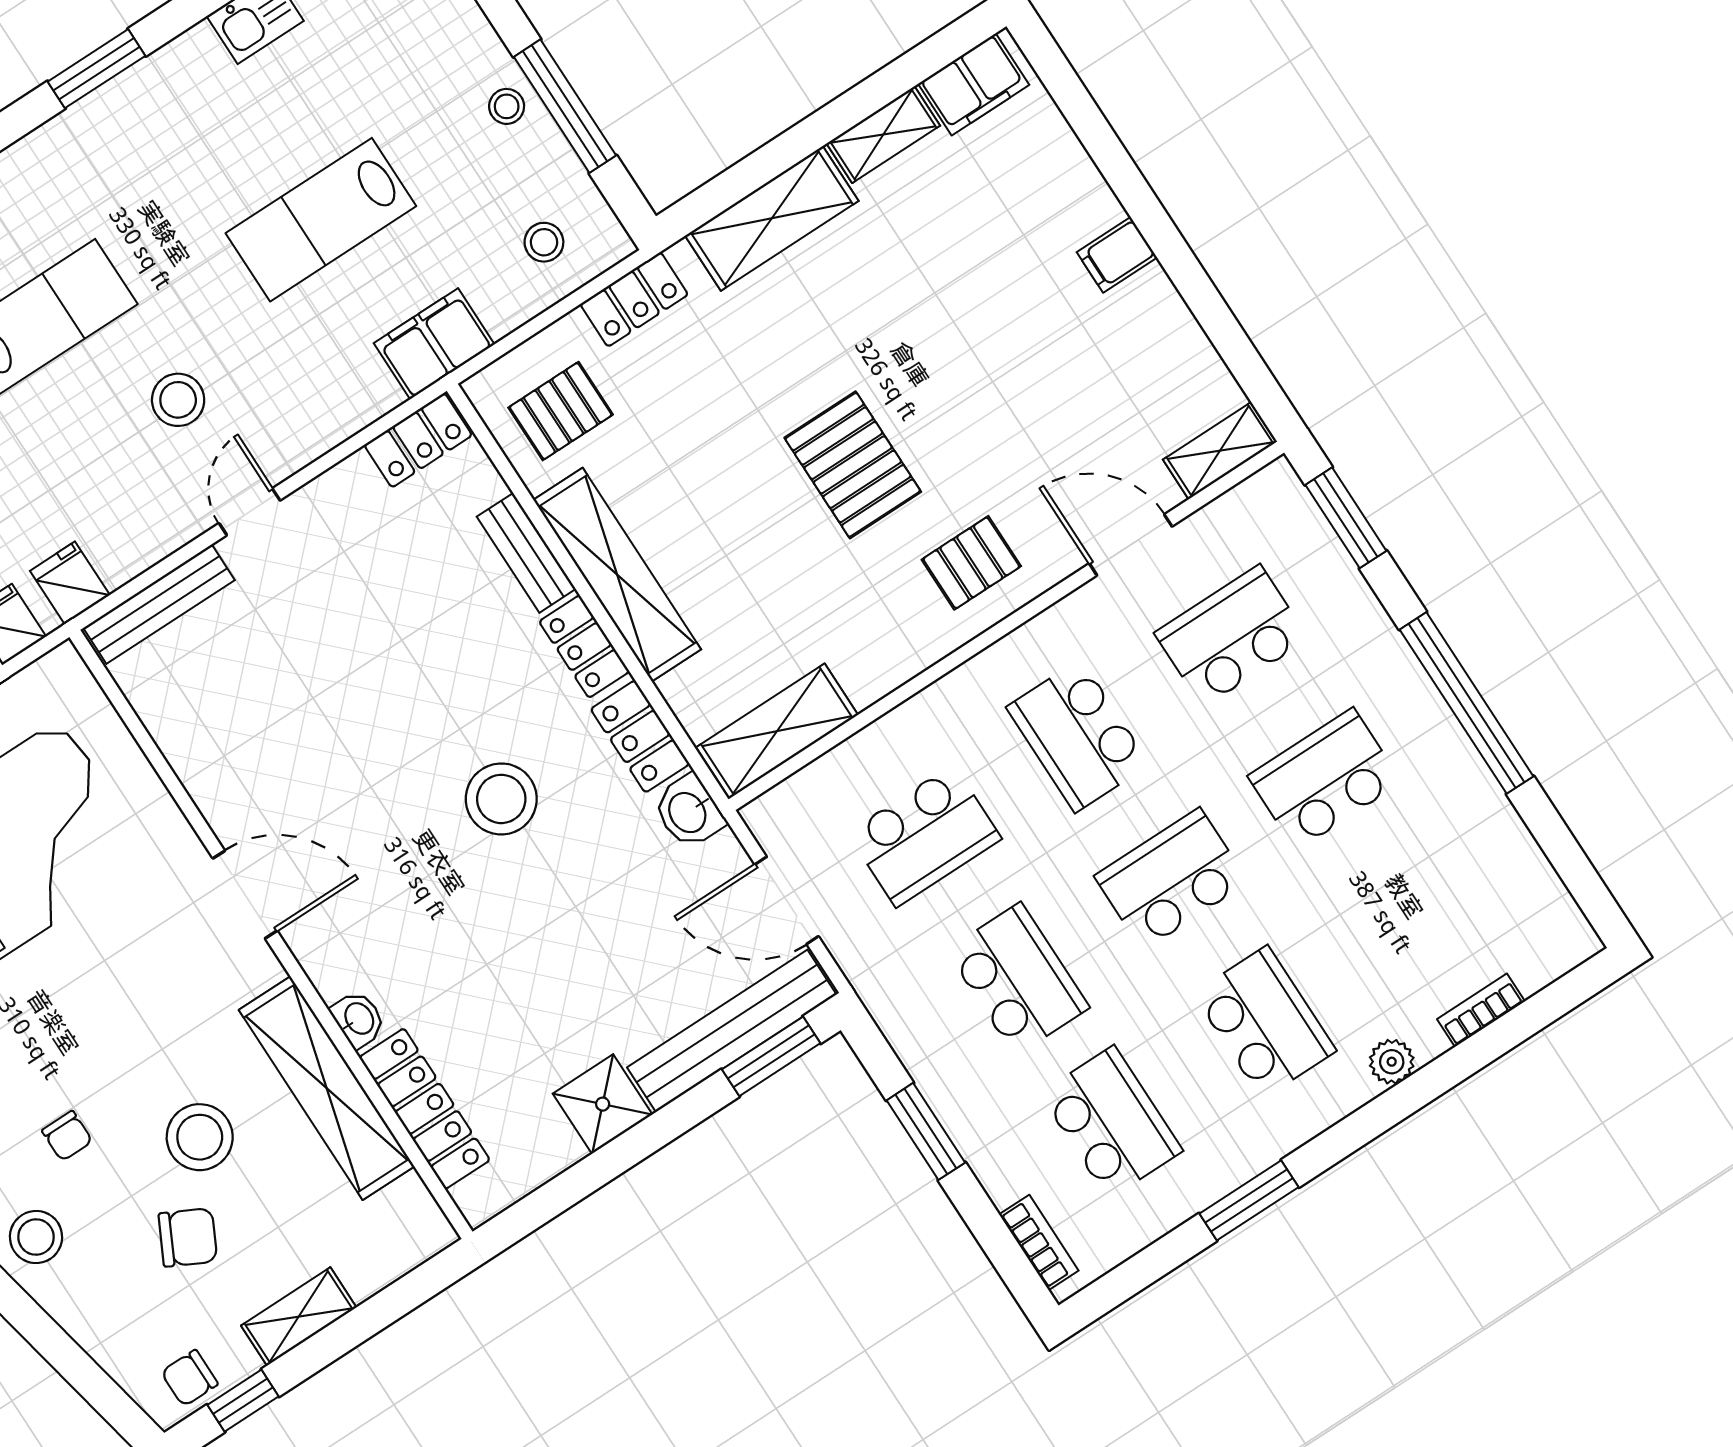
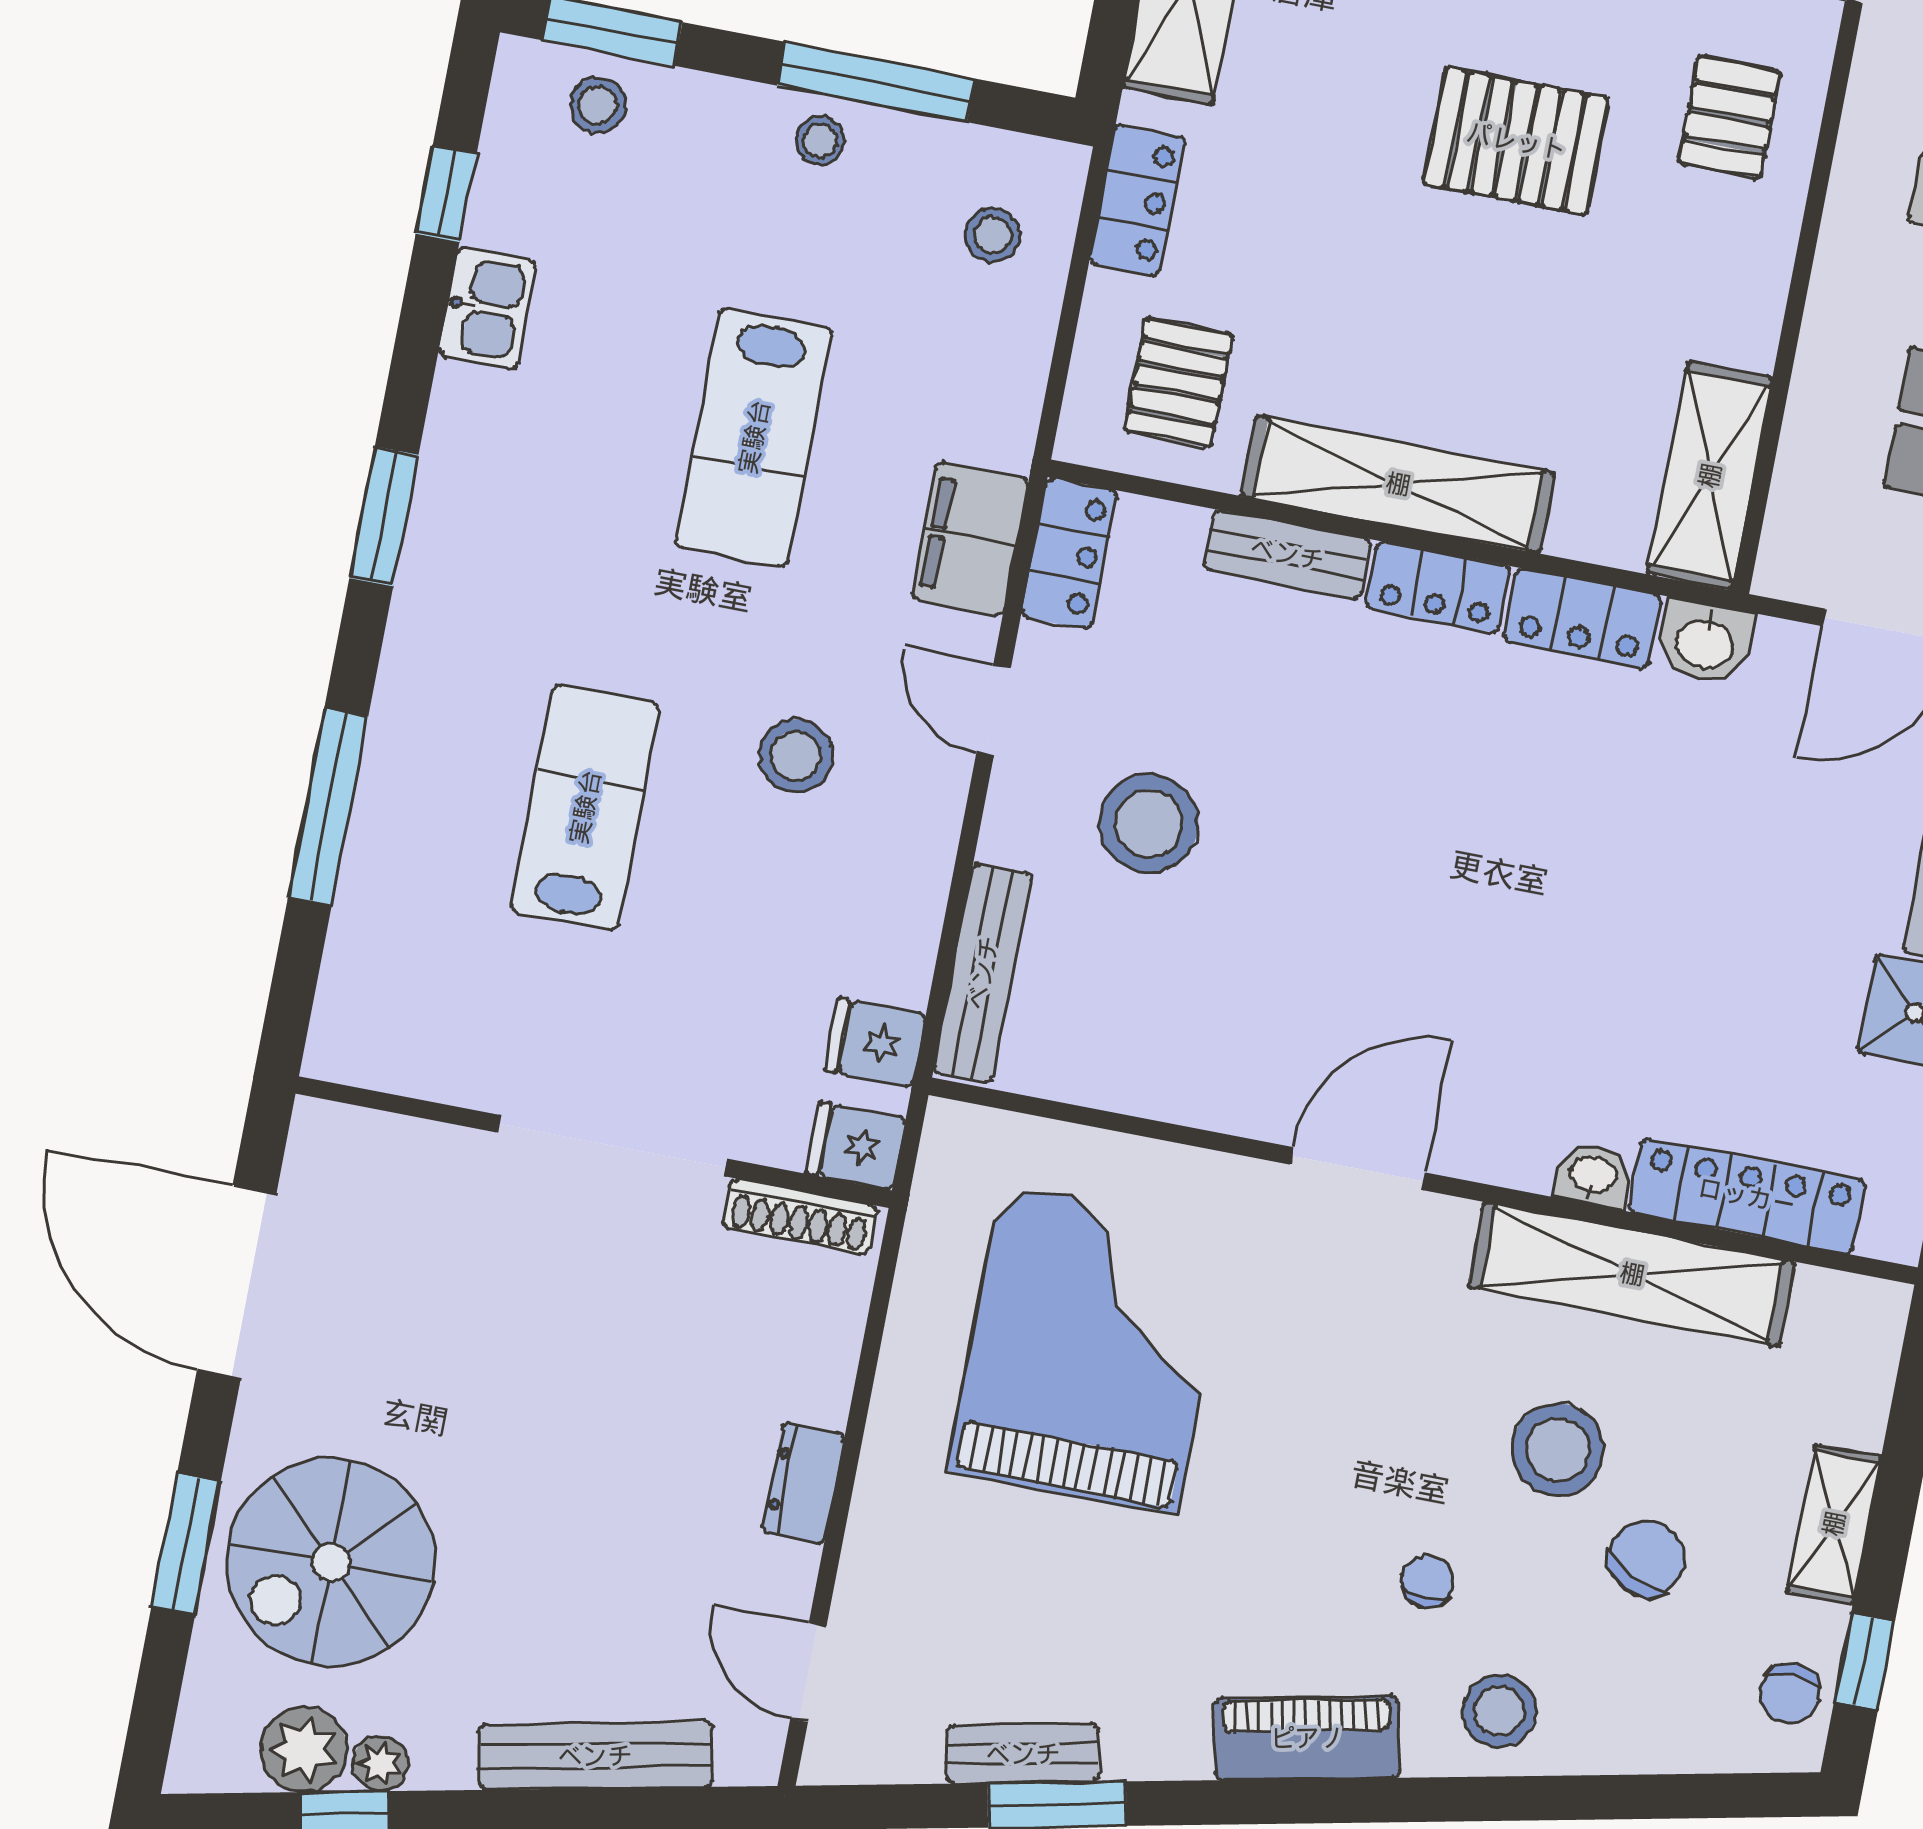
filing cabinet: (434, 344) -> (970, 539), moved
door: (250, 512) -> (994, 710), moved
stool: (501, 799) -> (1149, 823), moved
chair: (67, 1136) -> (1428, 1581), turned -90

